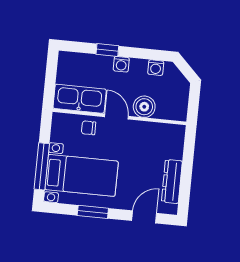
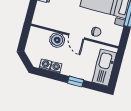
washing machine: (121, 64) -> (56, 68), moved
kitchen sink: (80, 99) -> (104, 68), moved, turned 90

